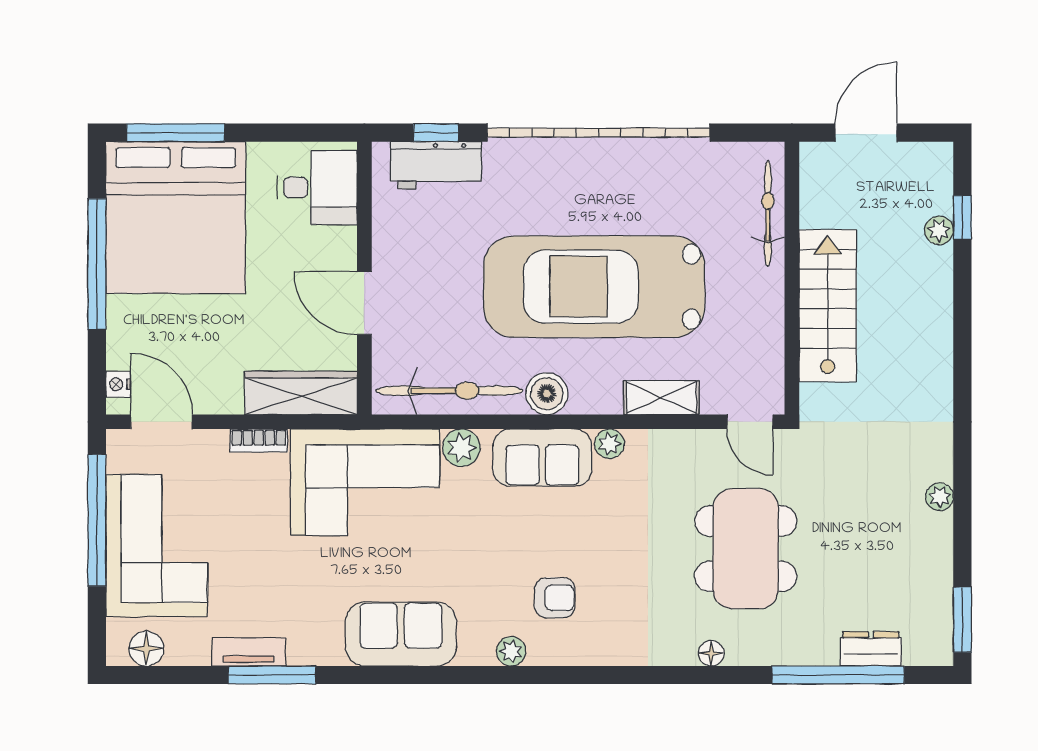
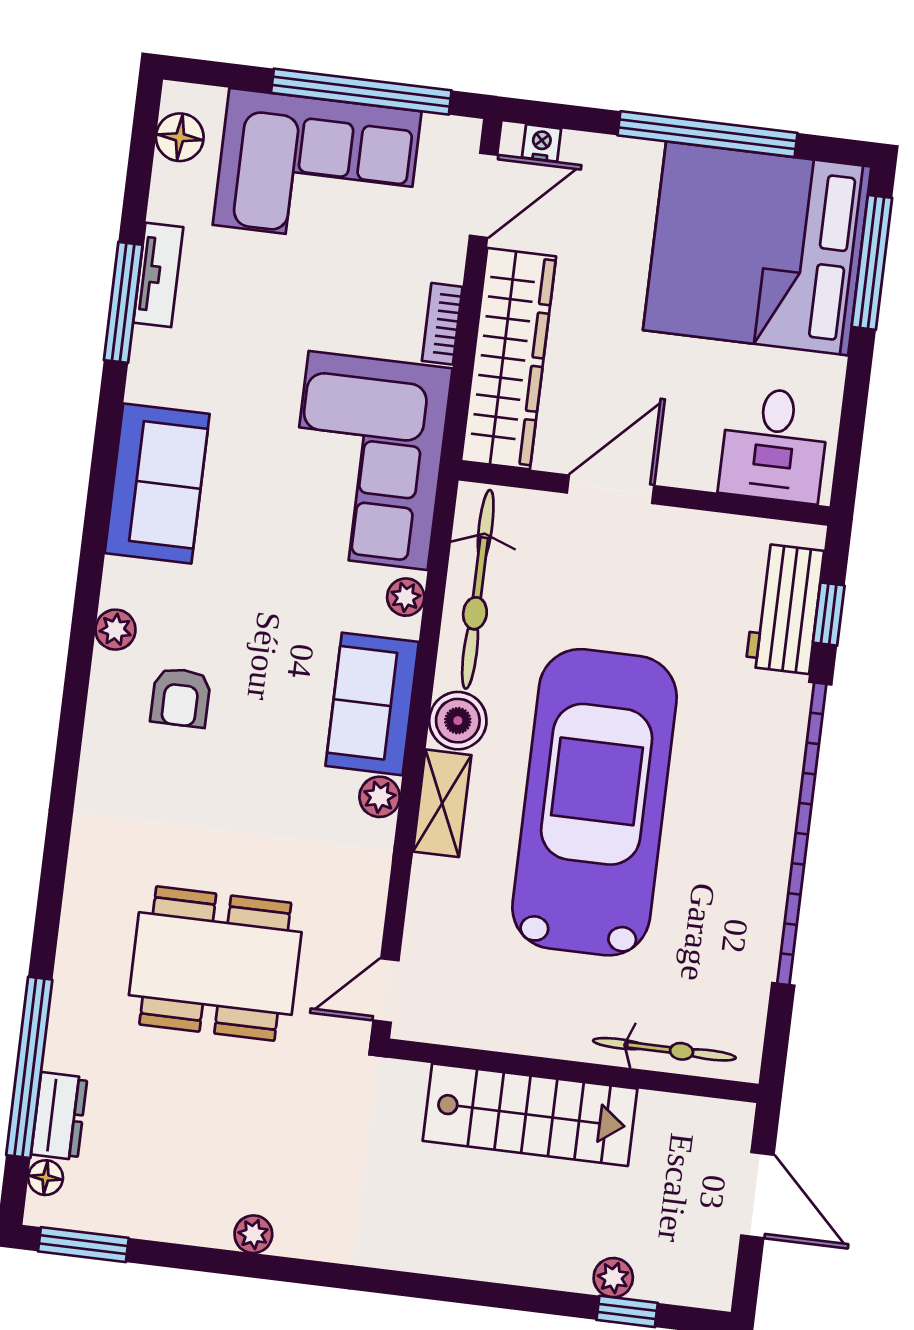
wardrobe: (301, 393) -> (508, 359), width x1.40, depth x1.17
shelving: (661, 398) -> (442, 803), moved
plant: (461, 448) -> (406, 597), width x0.73, depth x0.73
floor lamp: (711, 653) -> (46, 1178), moved

